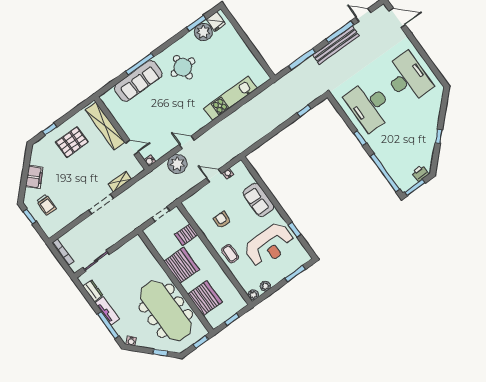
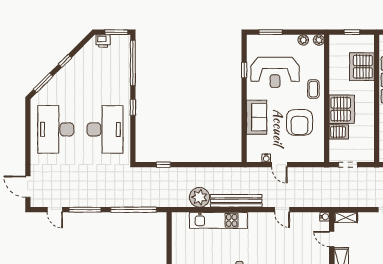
bench: (336, 45) -> (236, 201), moved
window: (302, 59) -> (134, 210), width x1.46
window: (444, 107) -> (43, 83), added
plant: (177, 164) -> (199, 197), moved
shelving: (120, 181) -> (346, 217), moved
armchair: (222, 220) -> (300, 122), width x1.88, depth x1.88
reception desk: (269, 245) -> (275, 72), turned 180
server rack: (182, 265) -> (342, 109), moved, turned 180

